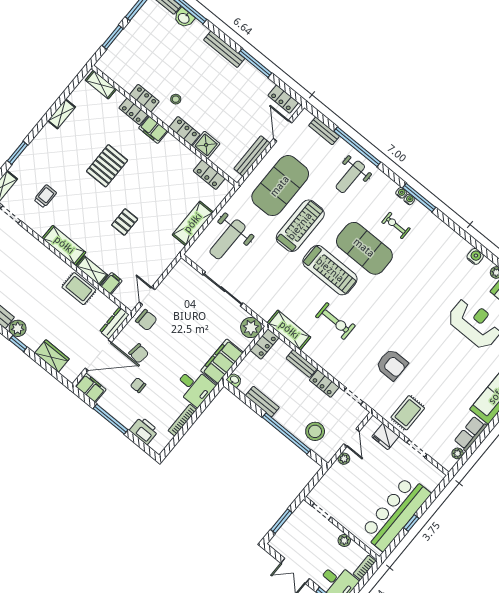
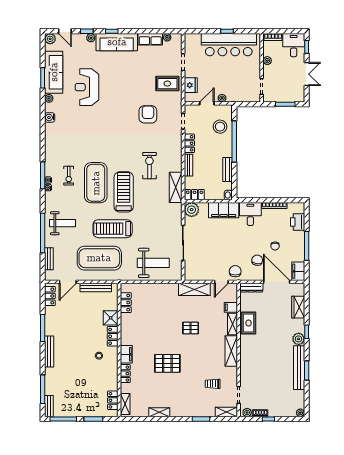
washbasin: (184, 18) -> (50, 388), removed
locker: (144, 98) -> (113, 400), moved
shelving: (193, 223) -> (194, 289), moved

